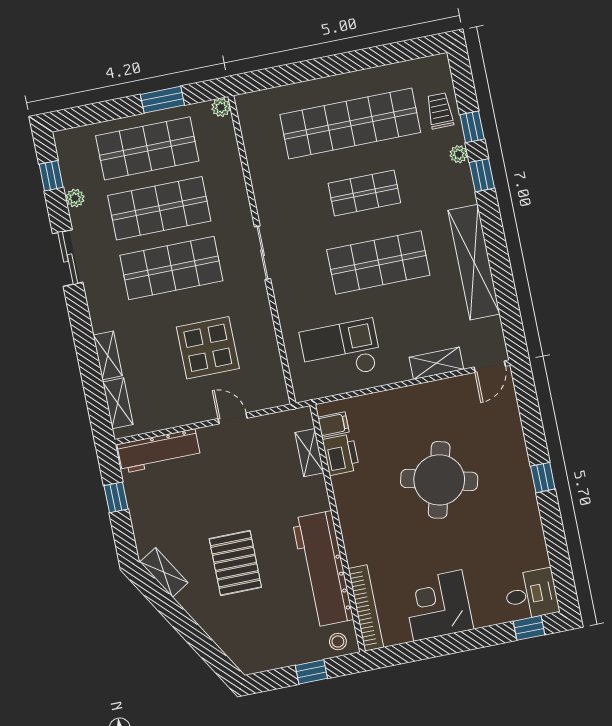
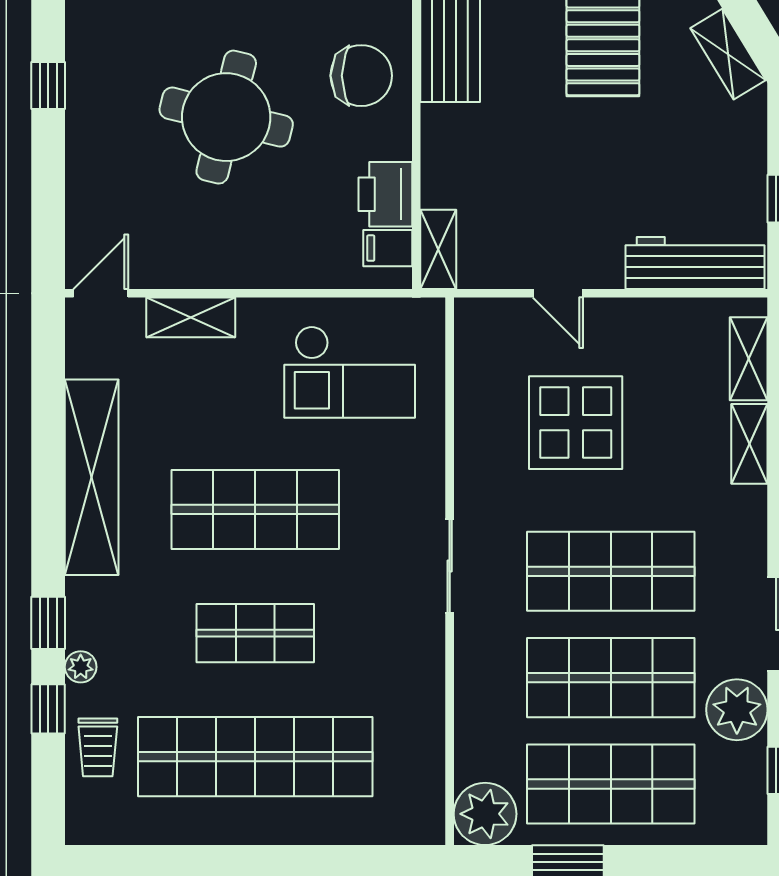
plant: (221, 107) -> (485, 814), width x1.88, depth x1.88
plant: (75, 198) -> (737, 710), width x1.87, depth x1.87
shelving: (309, 453) -> (438, 249), moved
chair: (368, 519) -> (361, 76), added

